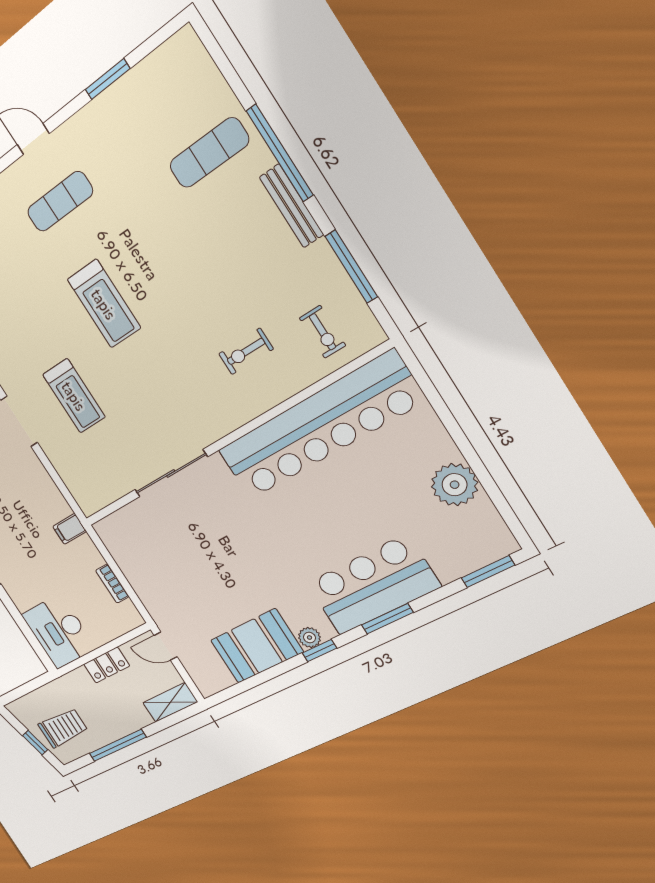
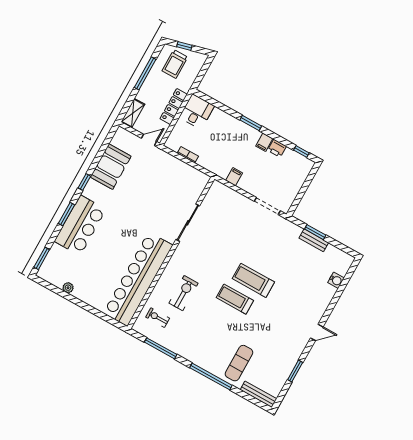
exercise mat: (60, 201) -> (293, 313), removed
bench: (292, 206) -> (258, 394), moved
exercise bike: (246, 351) -> (184, 293), width x1.38, depth x1.39
treadmill: (74, 396) -> (235, 299), moved
plant: (455, 485) -> (68, 288), width x0.53, depth x0.53
filing cabinet: (70, 529) -> (234, 177), moved
desk: (59, 632) -> (197, 112), width x0.73
plant: (309, 638) -> (92, 185), removed
locker: (107, 665) -> (174, 106), width x1.53

